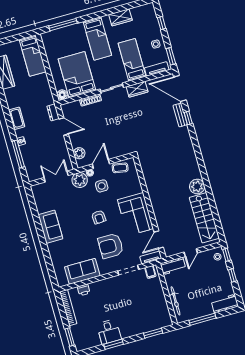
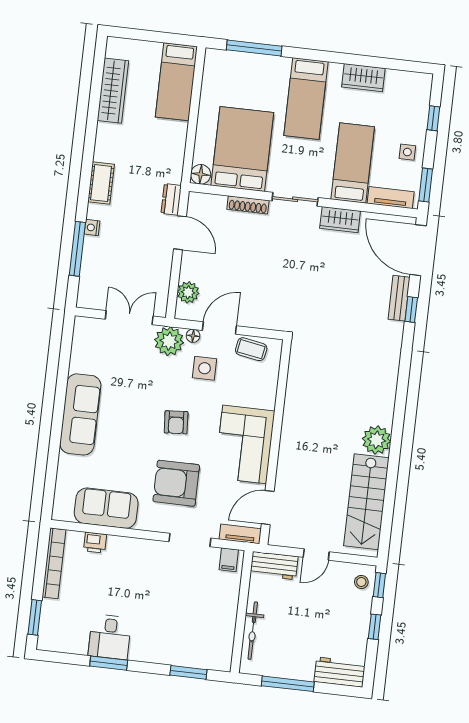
sofa: (50, 227) -> (80, 414), width x1.36

